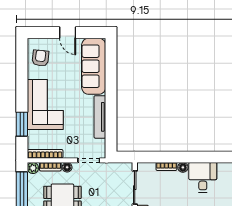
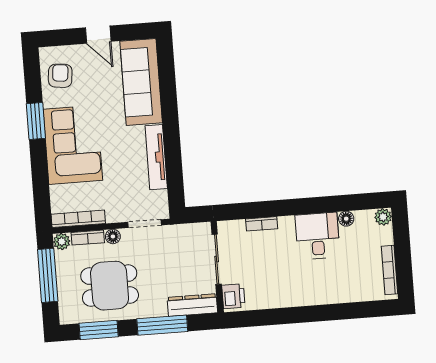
window: (22, 124) -> (36, 121), moved
floor lamp: (183, 167) -> (346, 219), moved

